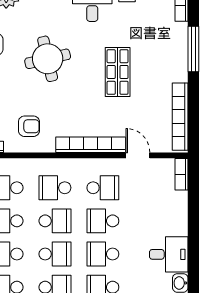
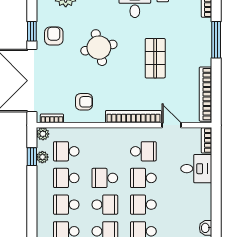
school desk: (55, 188) -> (105, 151), removed
school desk: (55, 221) -> (105, 178), turned 180
desk: (169, 254) -> (196, 169), moved

